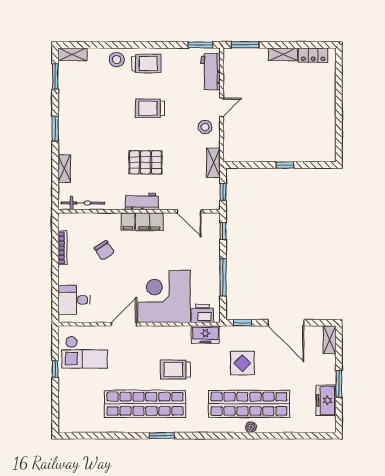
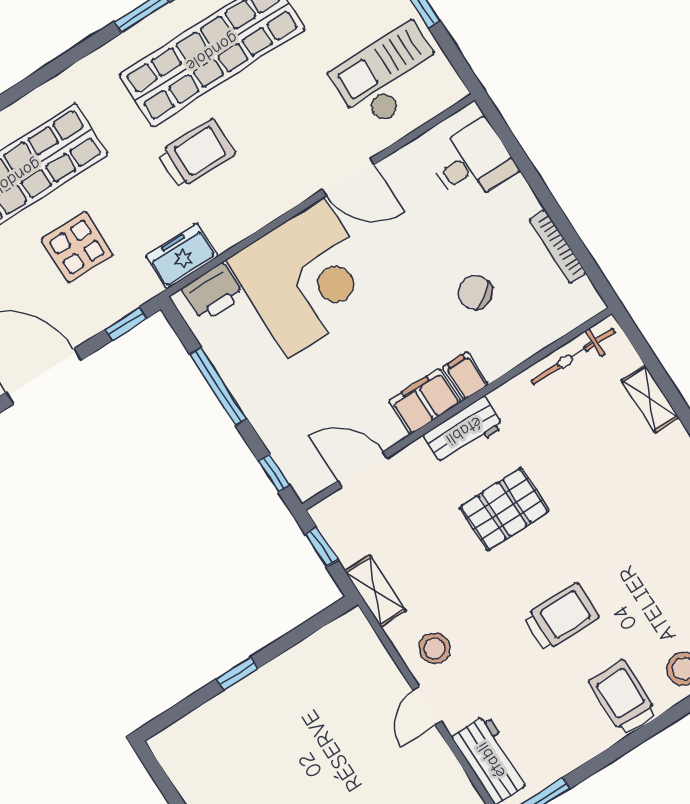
trolley: (146, 64) -> (623, 697), turned 90
door: (124, 324) -> (348, 177), hinge flipped

